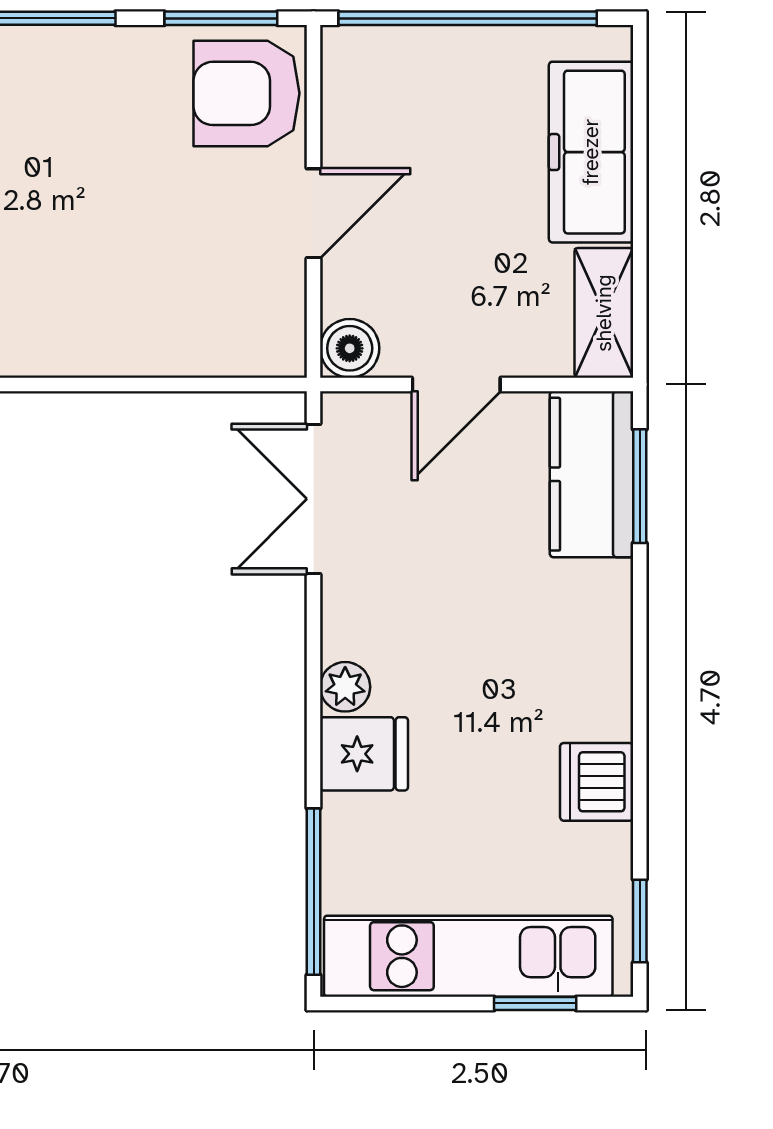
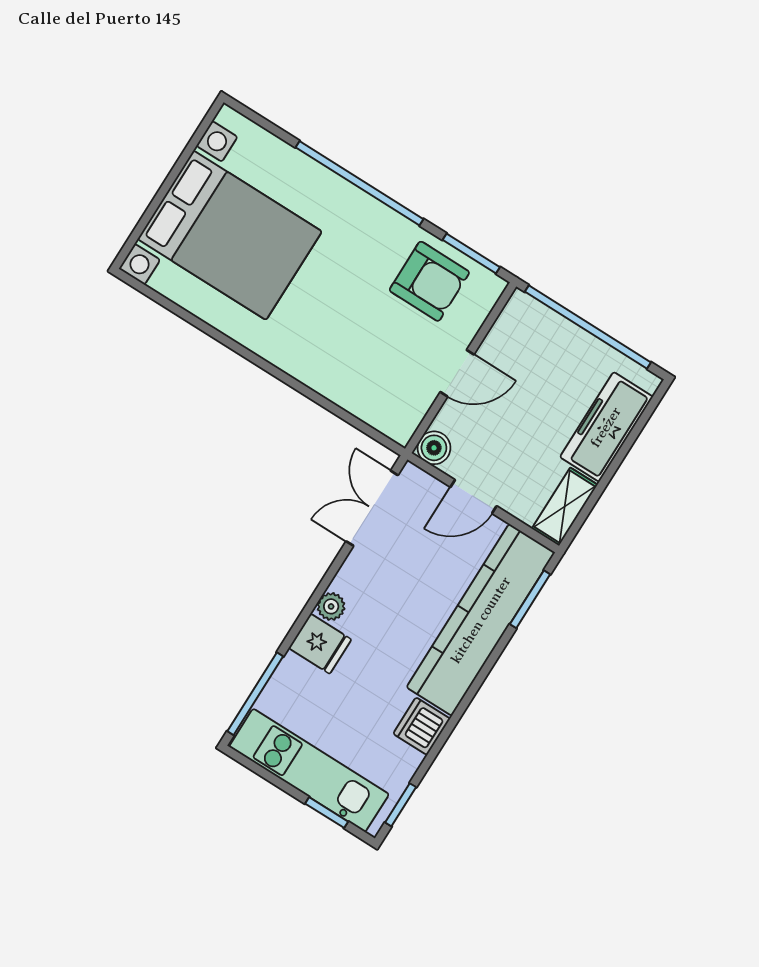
armchair: (247, 93) -> (429, 281), moved, turned 180
kitchen counter: (591, 474) -> (481, 620), width x2.08, depth x1.17

